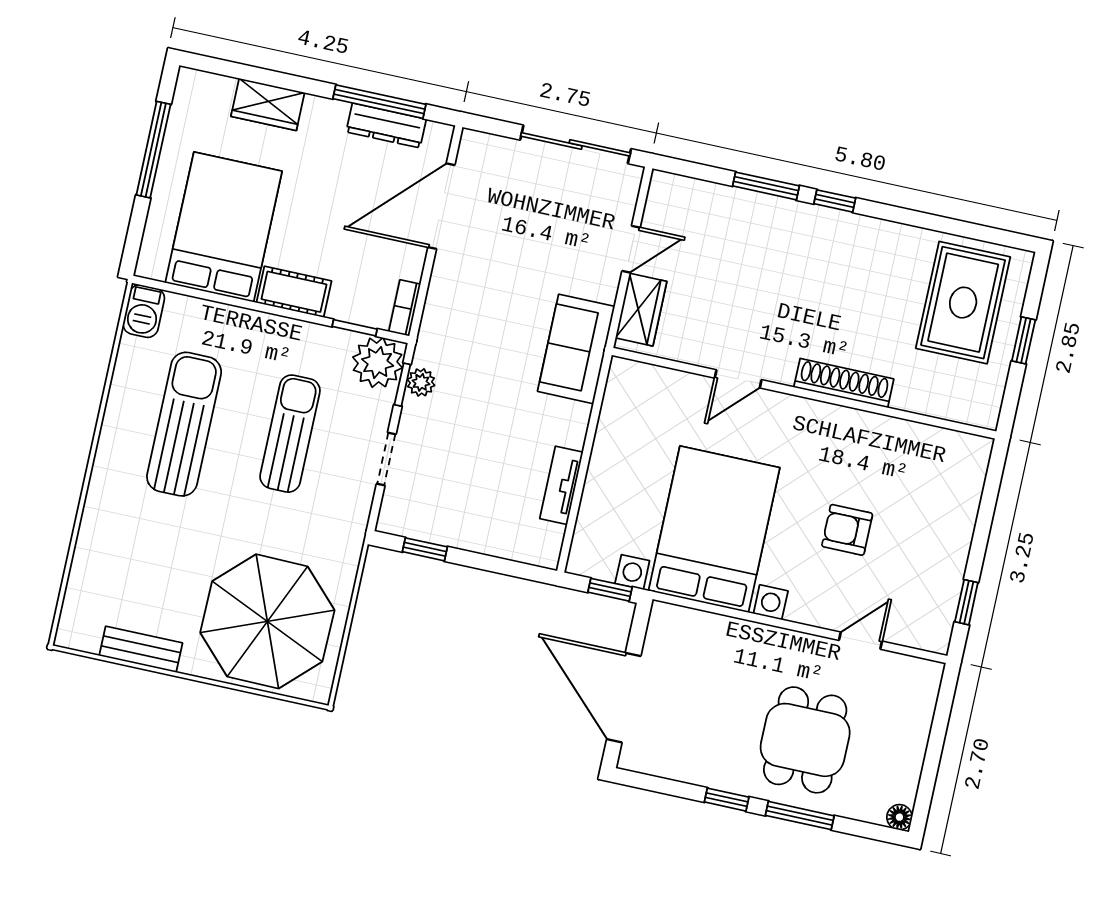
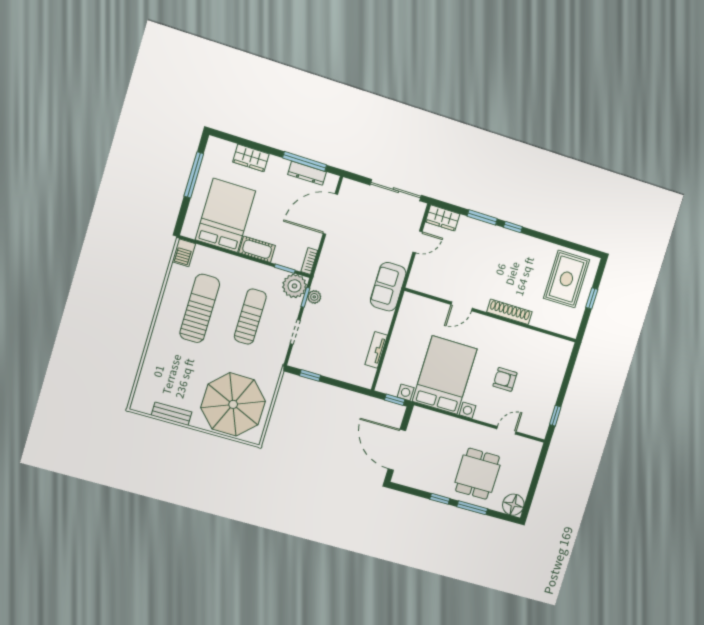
wardrobe: (641, 310) -> (443, 218), moved, turned 90
floor lamp: (899, 817) -> (513, 505), width x1.89, depth x1.89

